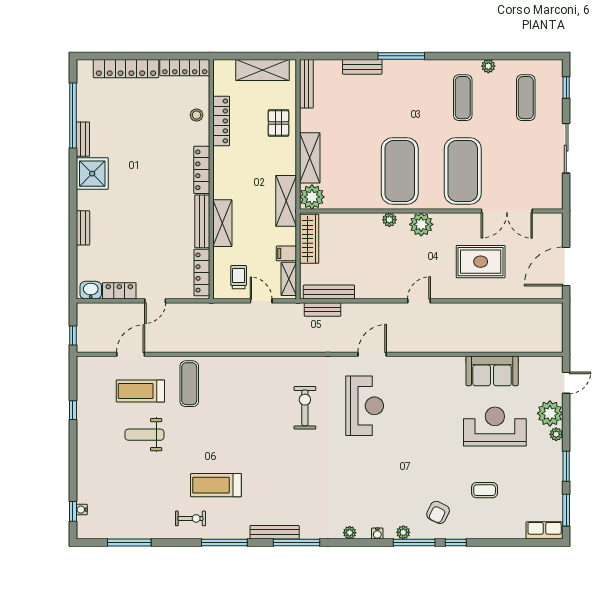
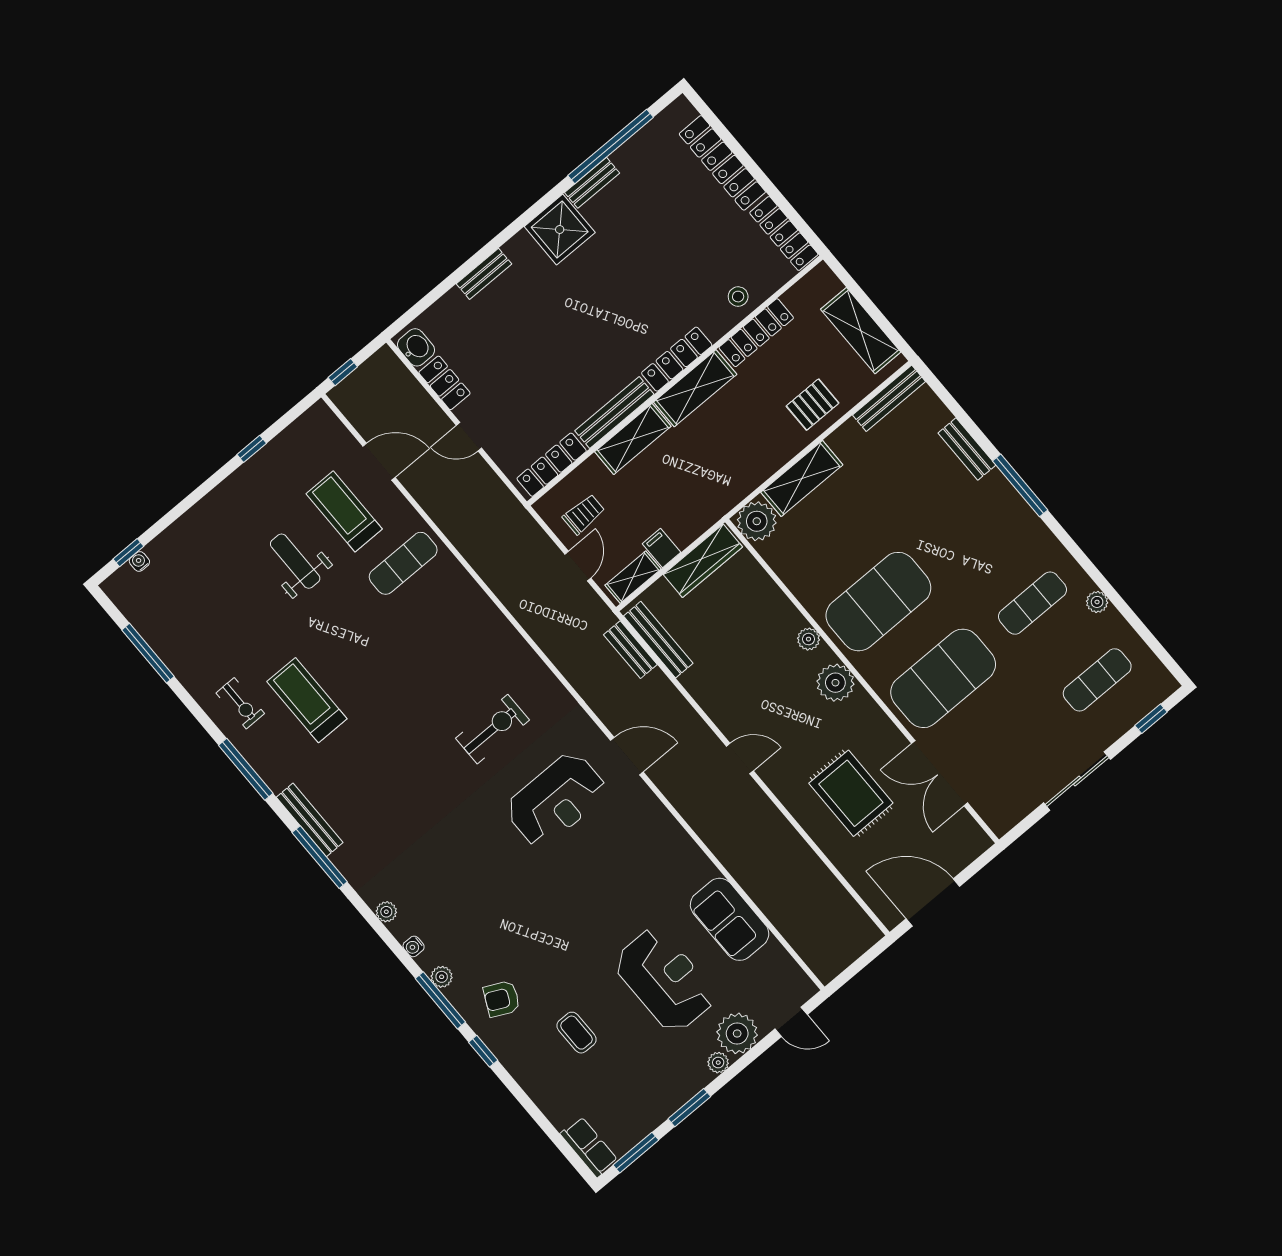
shelving: (286, 201) -> (695, 388), moved

